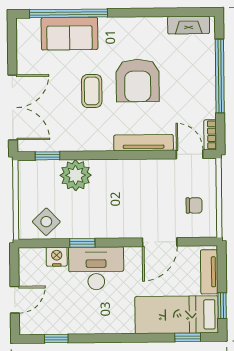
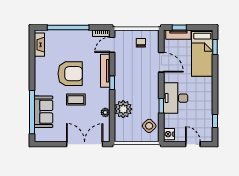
plant: (69, 143) -> (105, 112), added
window: (48, 156) -> (112, 83), moved
nightstand: (57, 257) -> (169, 134), moved
window: (222, 306) -> (179, 27), moved

